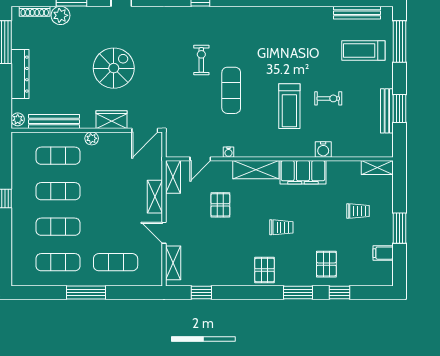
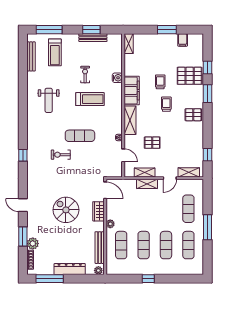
weight bench: (287, 41) -> (49, 100), added
shelving: (173, 177) -> (145, 173), moved
trolley: (358, 211) -> (160, 82), moved
pallet: (326, 264) -> (190, 76), width x1.50, depth x1.42

